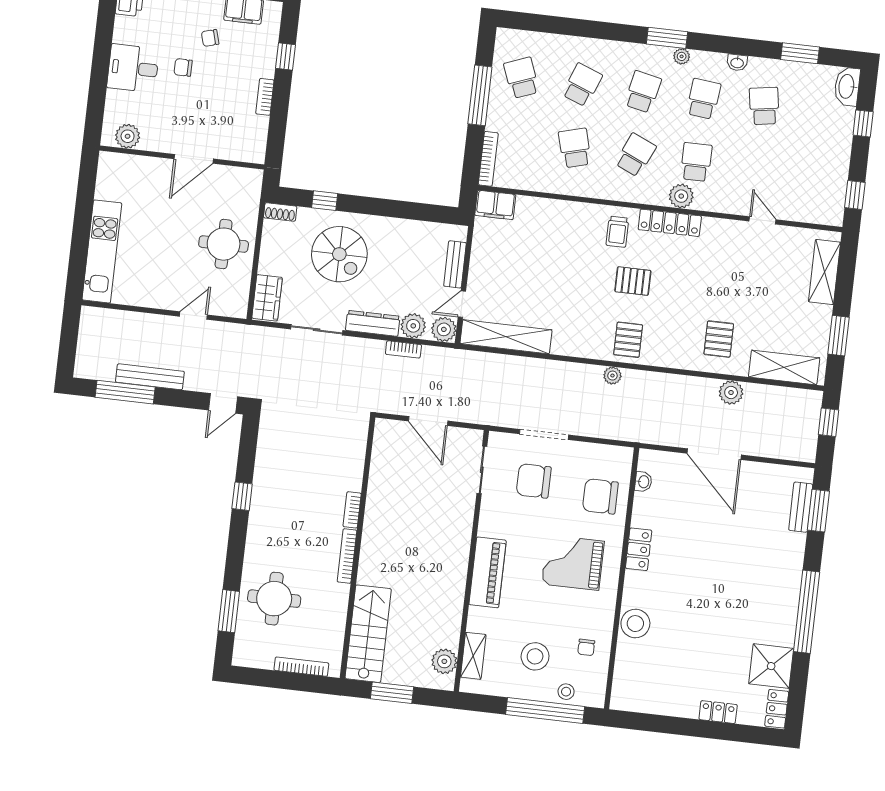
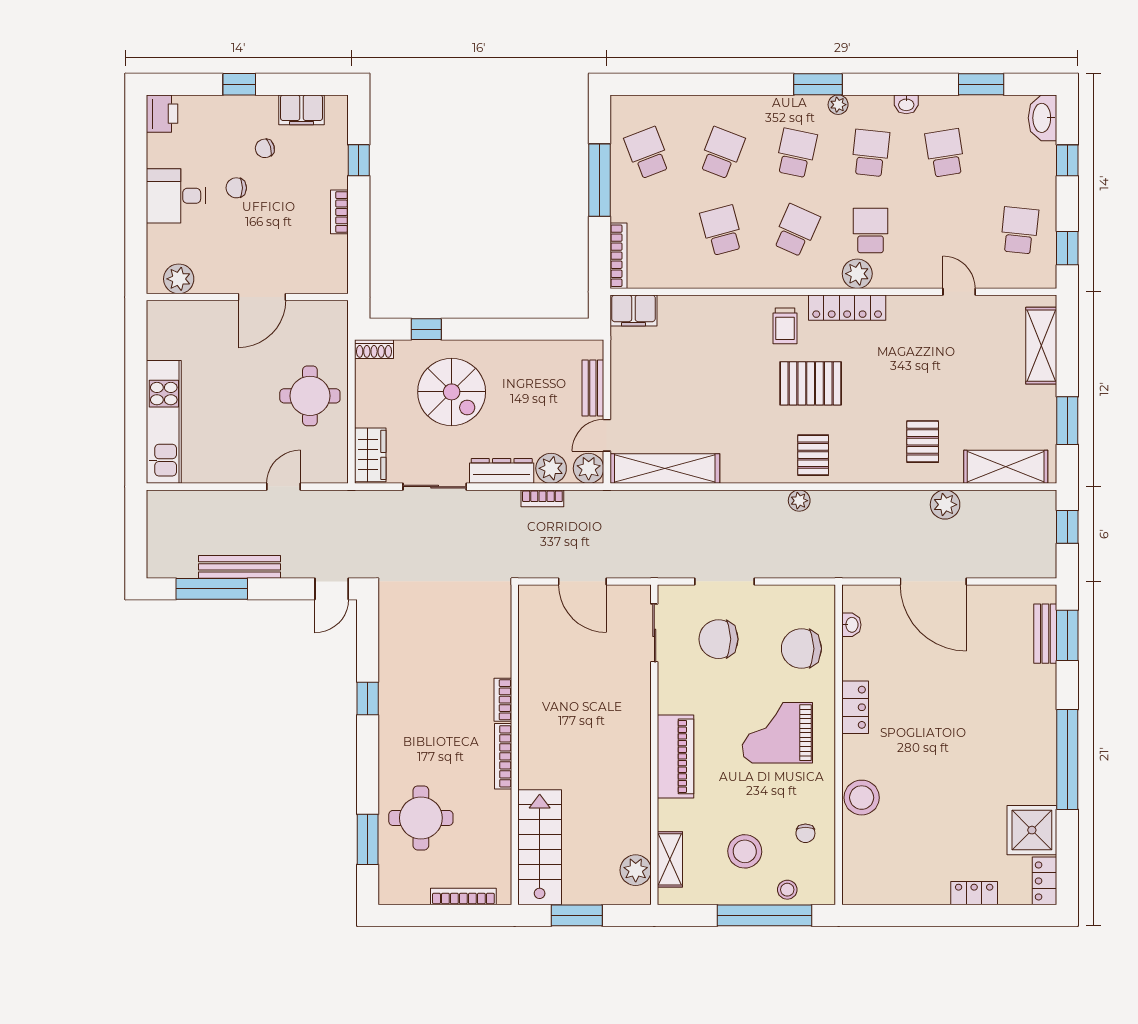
school desk: (818, 176) -> (1019, 230), added
pallet: (633, 281) -> (811, 383), width x1.50, depth x1.42

